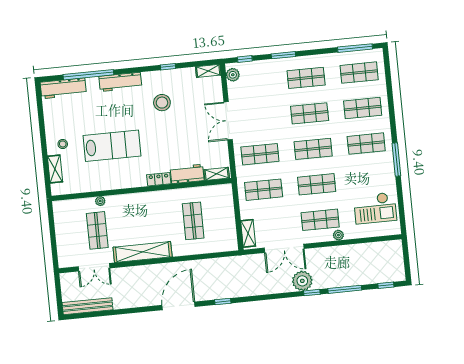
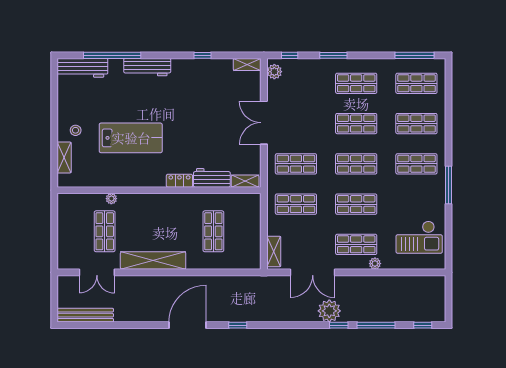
stool: (162, 103) -> (192, 95), removed

